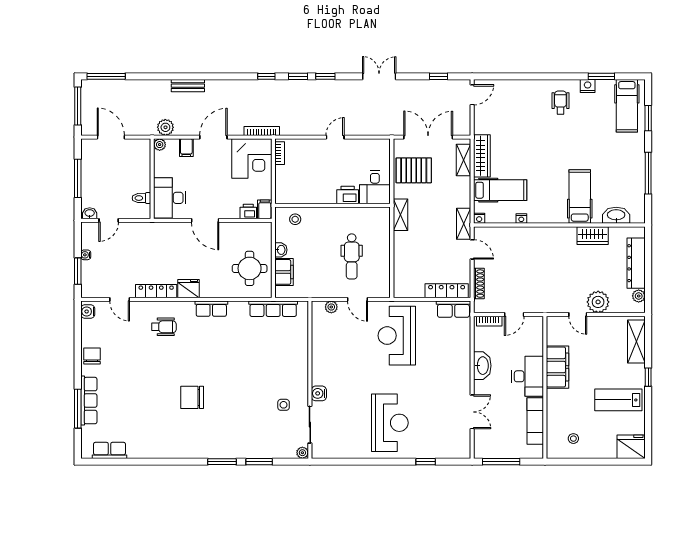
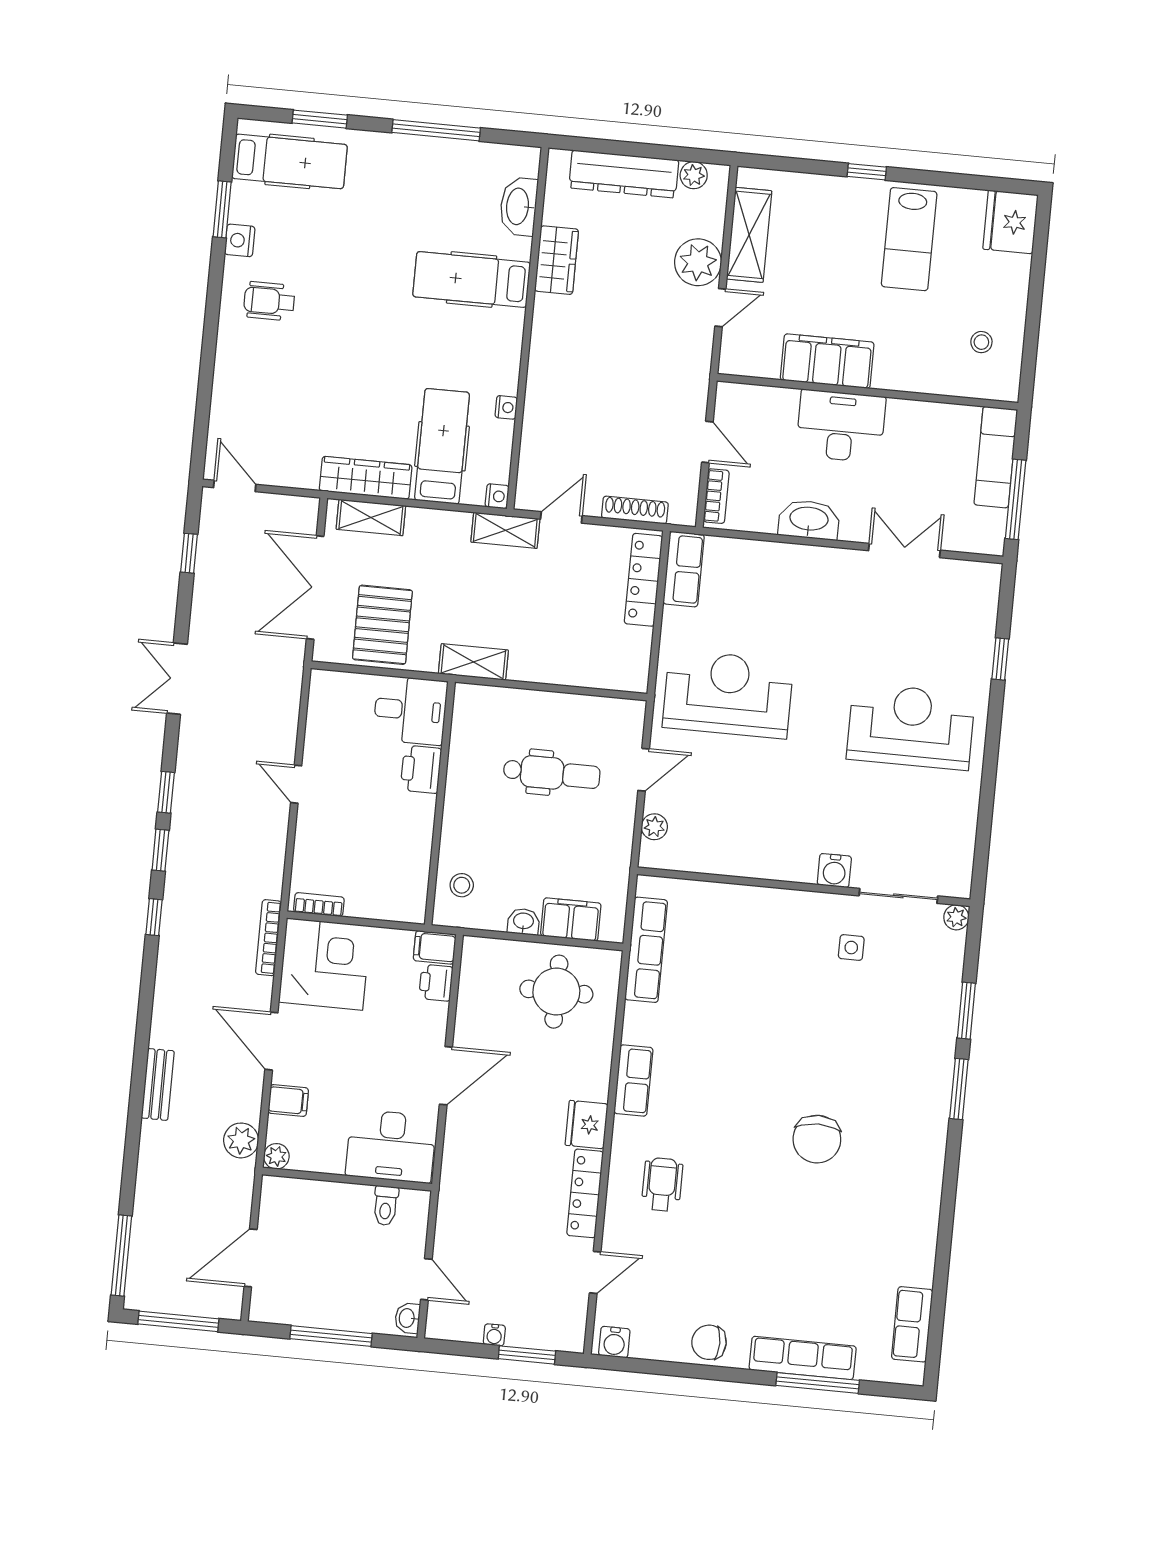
reception desk: (397, 336) -> (728, 694), turned 180
shelving: (636, 341) -> (749, 235), moved, turned 90
exam couch: (535, 421) -> (996, 457), moved, turned 90

